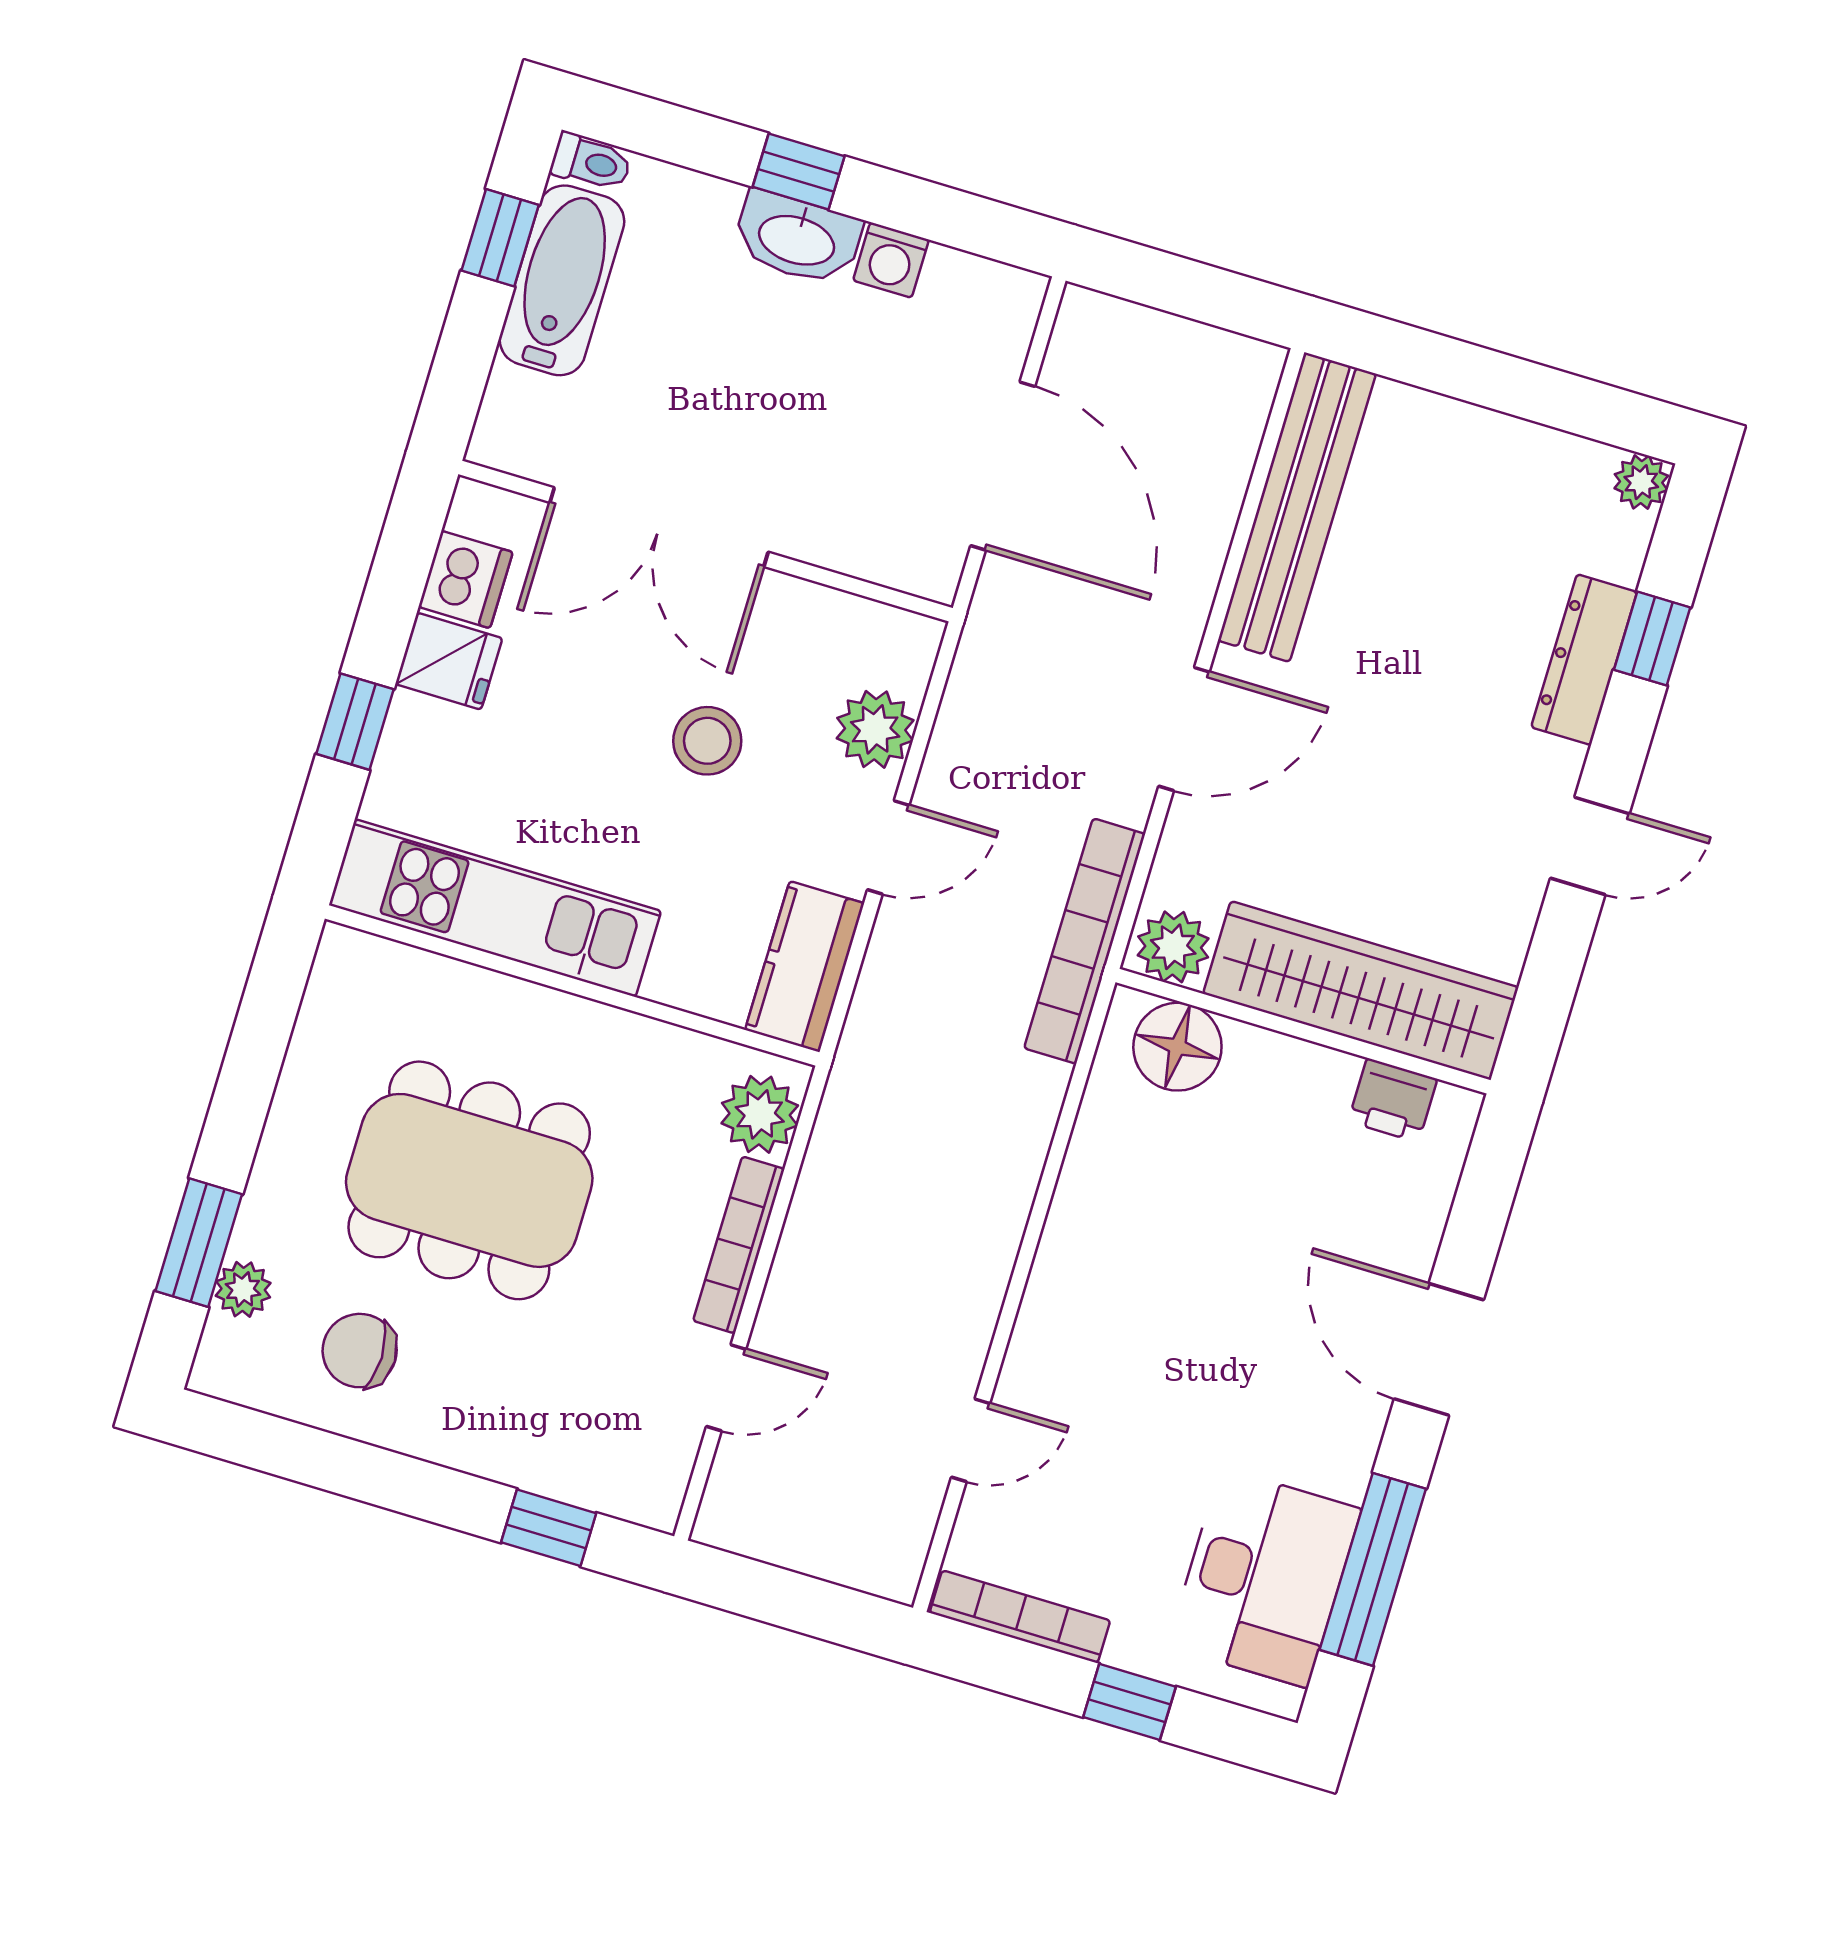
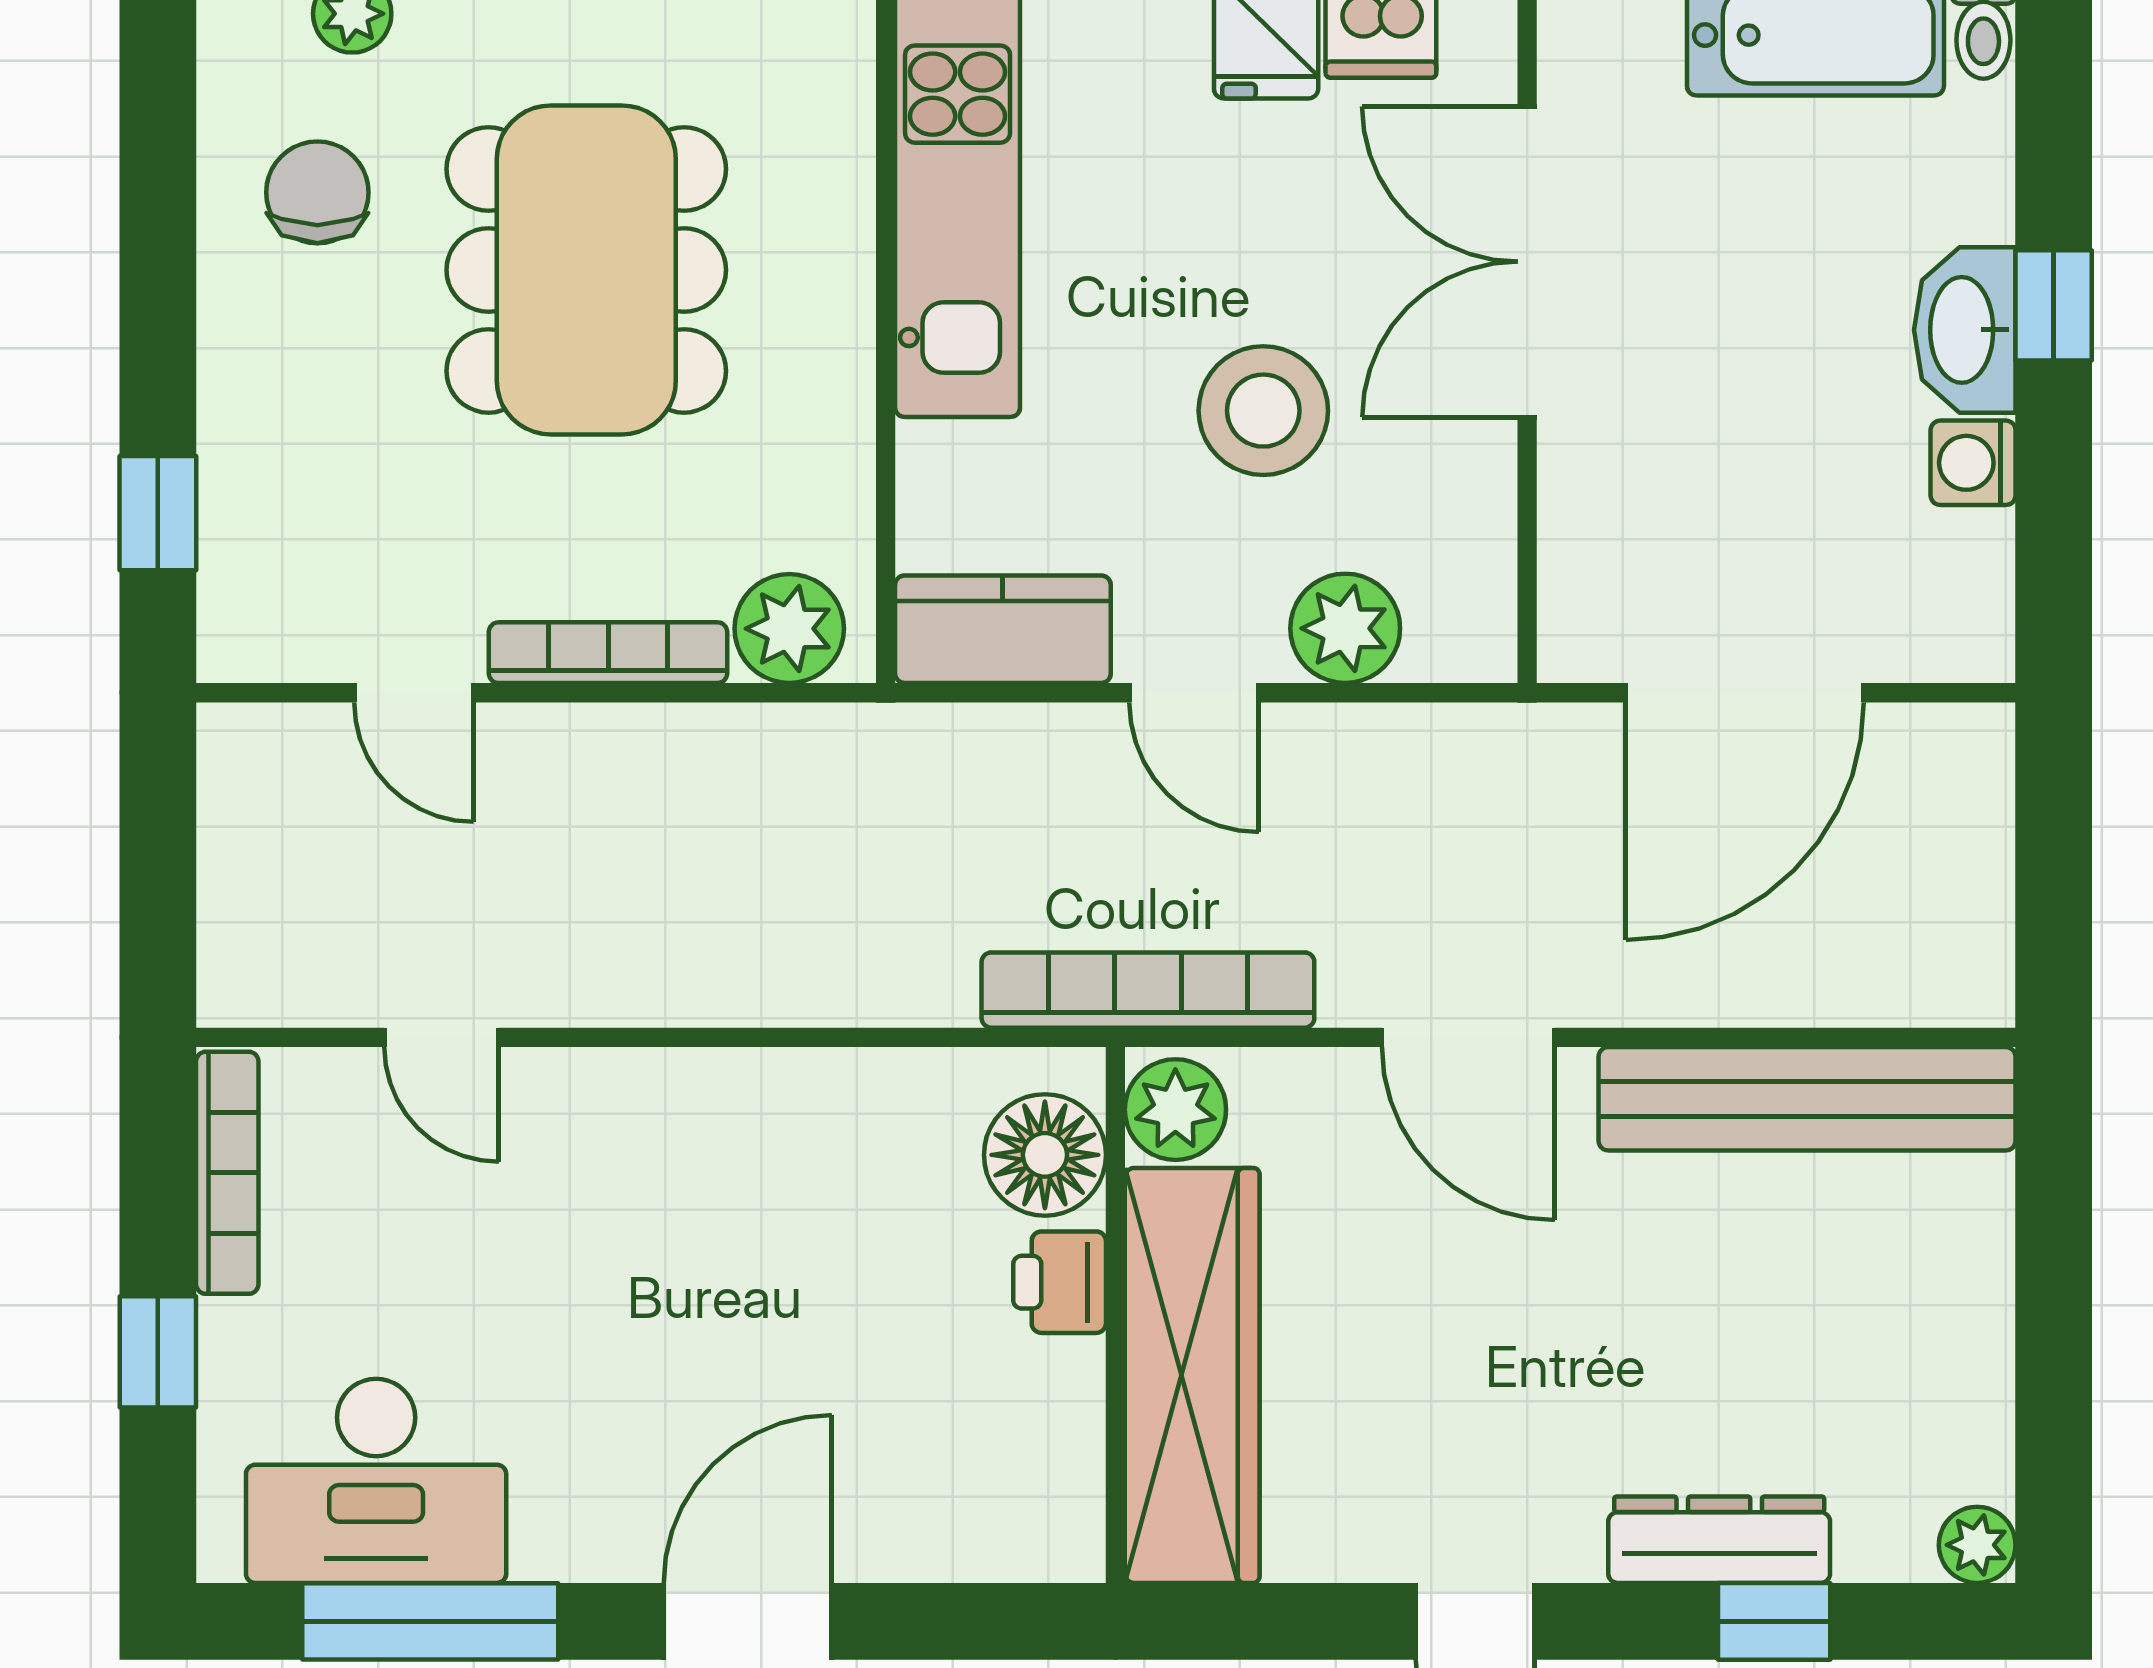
stool: (707, 741) -> (1263, 411), width x1.38, depth x1.38
printer: (1393, 1100) -> (1060, 1282), moved

